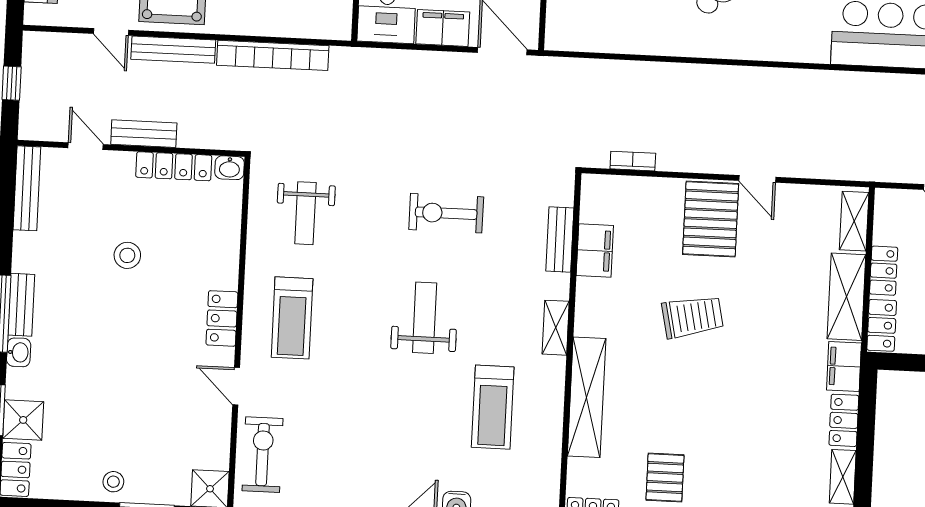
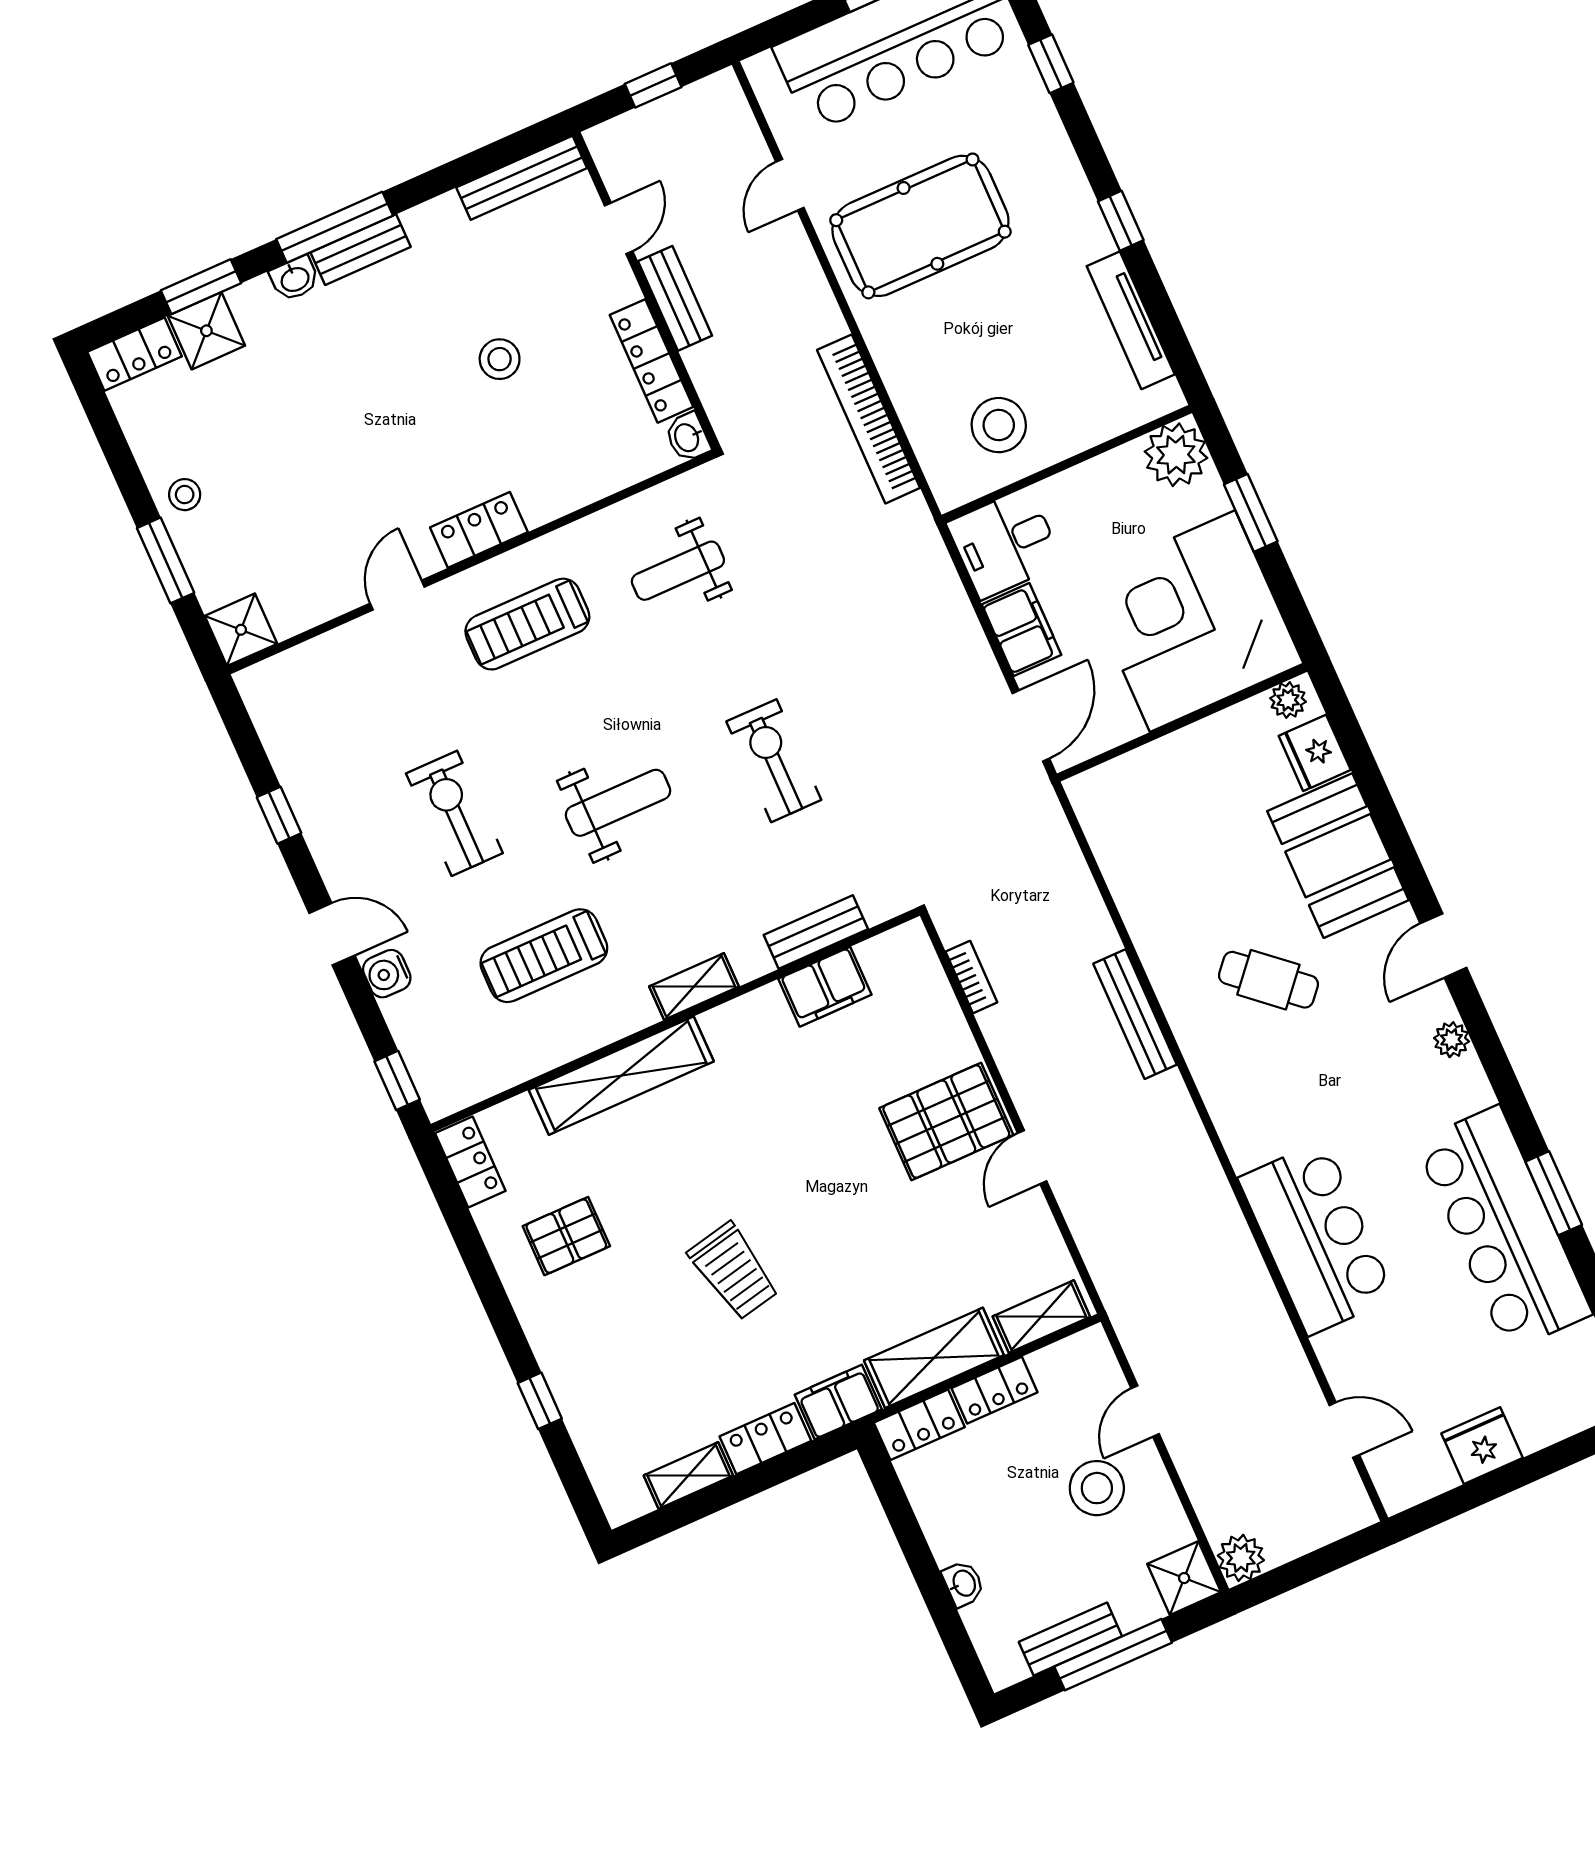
bench: (173, 50) -> (1135, 1014), moved
trolley: (692, 317) -> (734, 1271), moved
exercise bike: (263, 455) -> (454, 813), moved, turned -90

